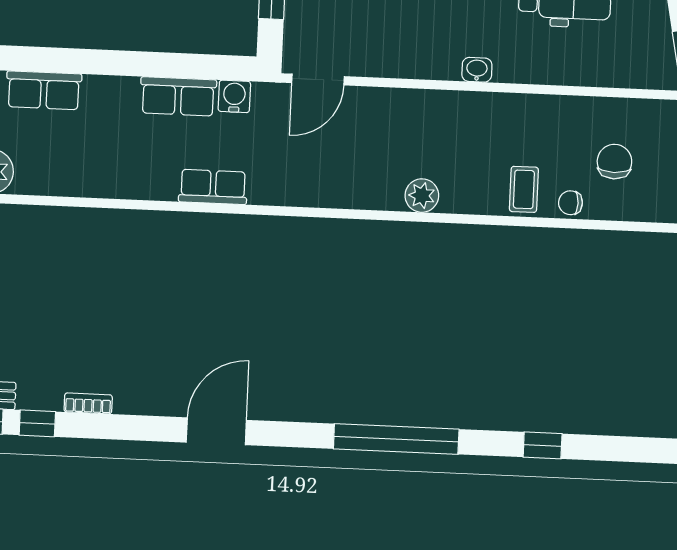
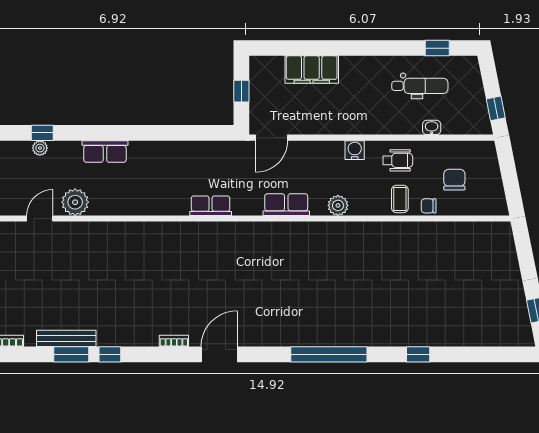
washbasin: (477, 70) -> (432, 127), moved
row of seats: (178, 96) -> (286, 205), moved, turned 180
water cooler: (234, 96) -> (355, 150), moved
wheelchair: (523, 126) -> (398, 160), added
bookcase: (88, 403) -> (174, 341), moved

